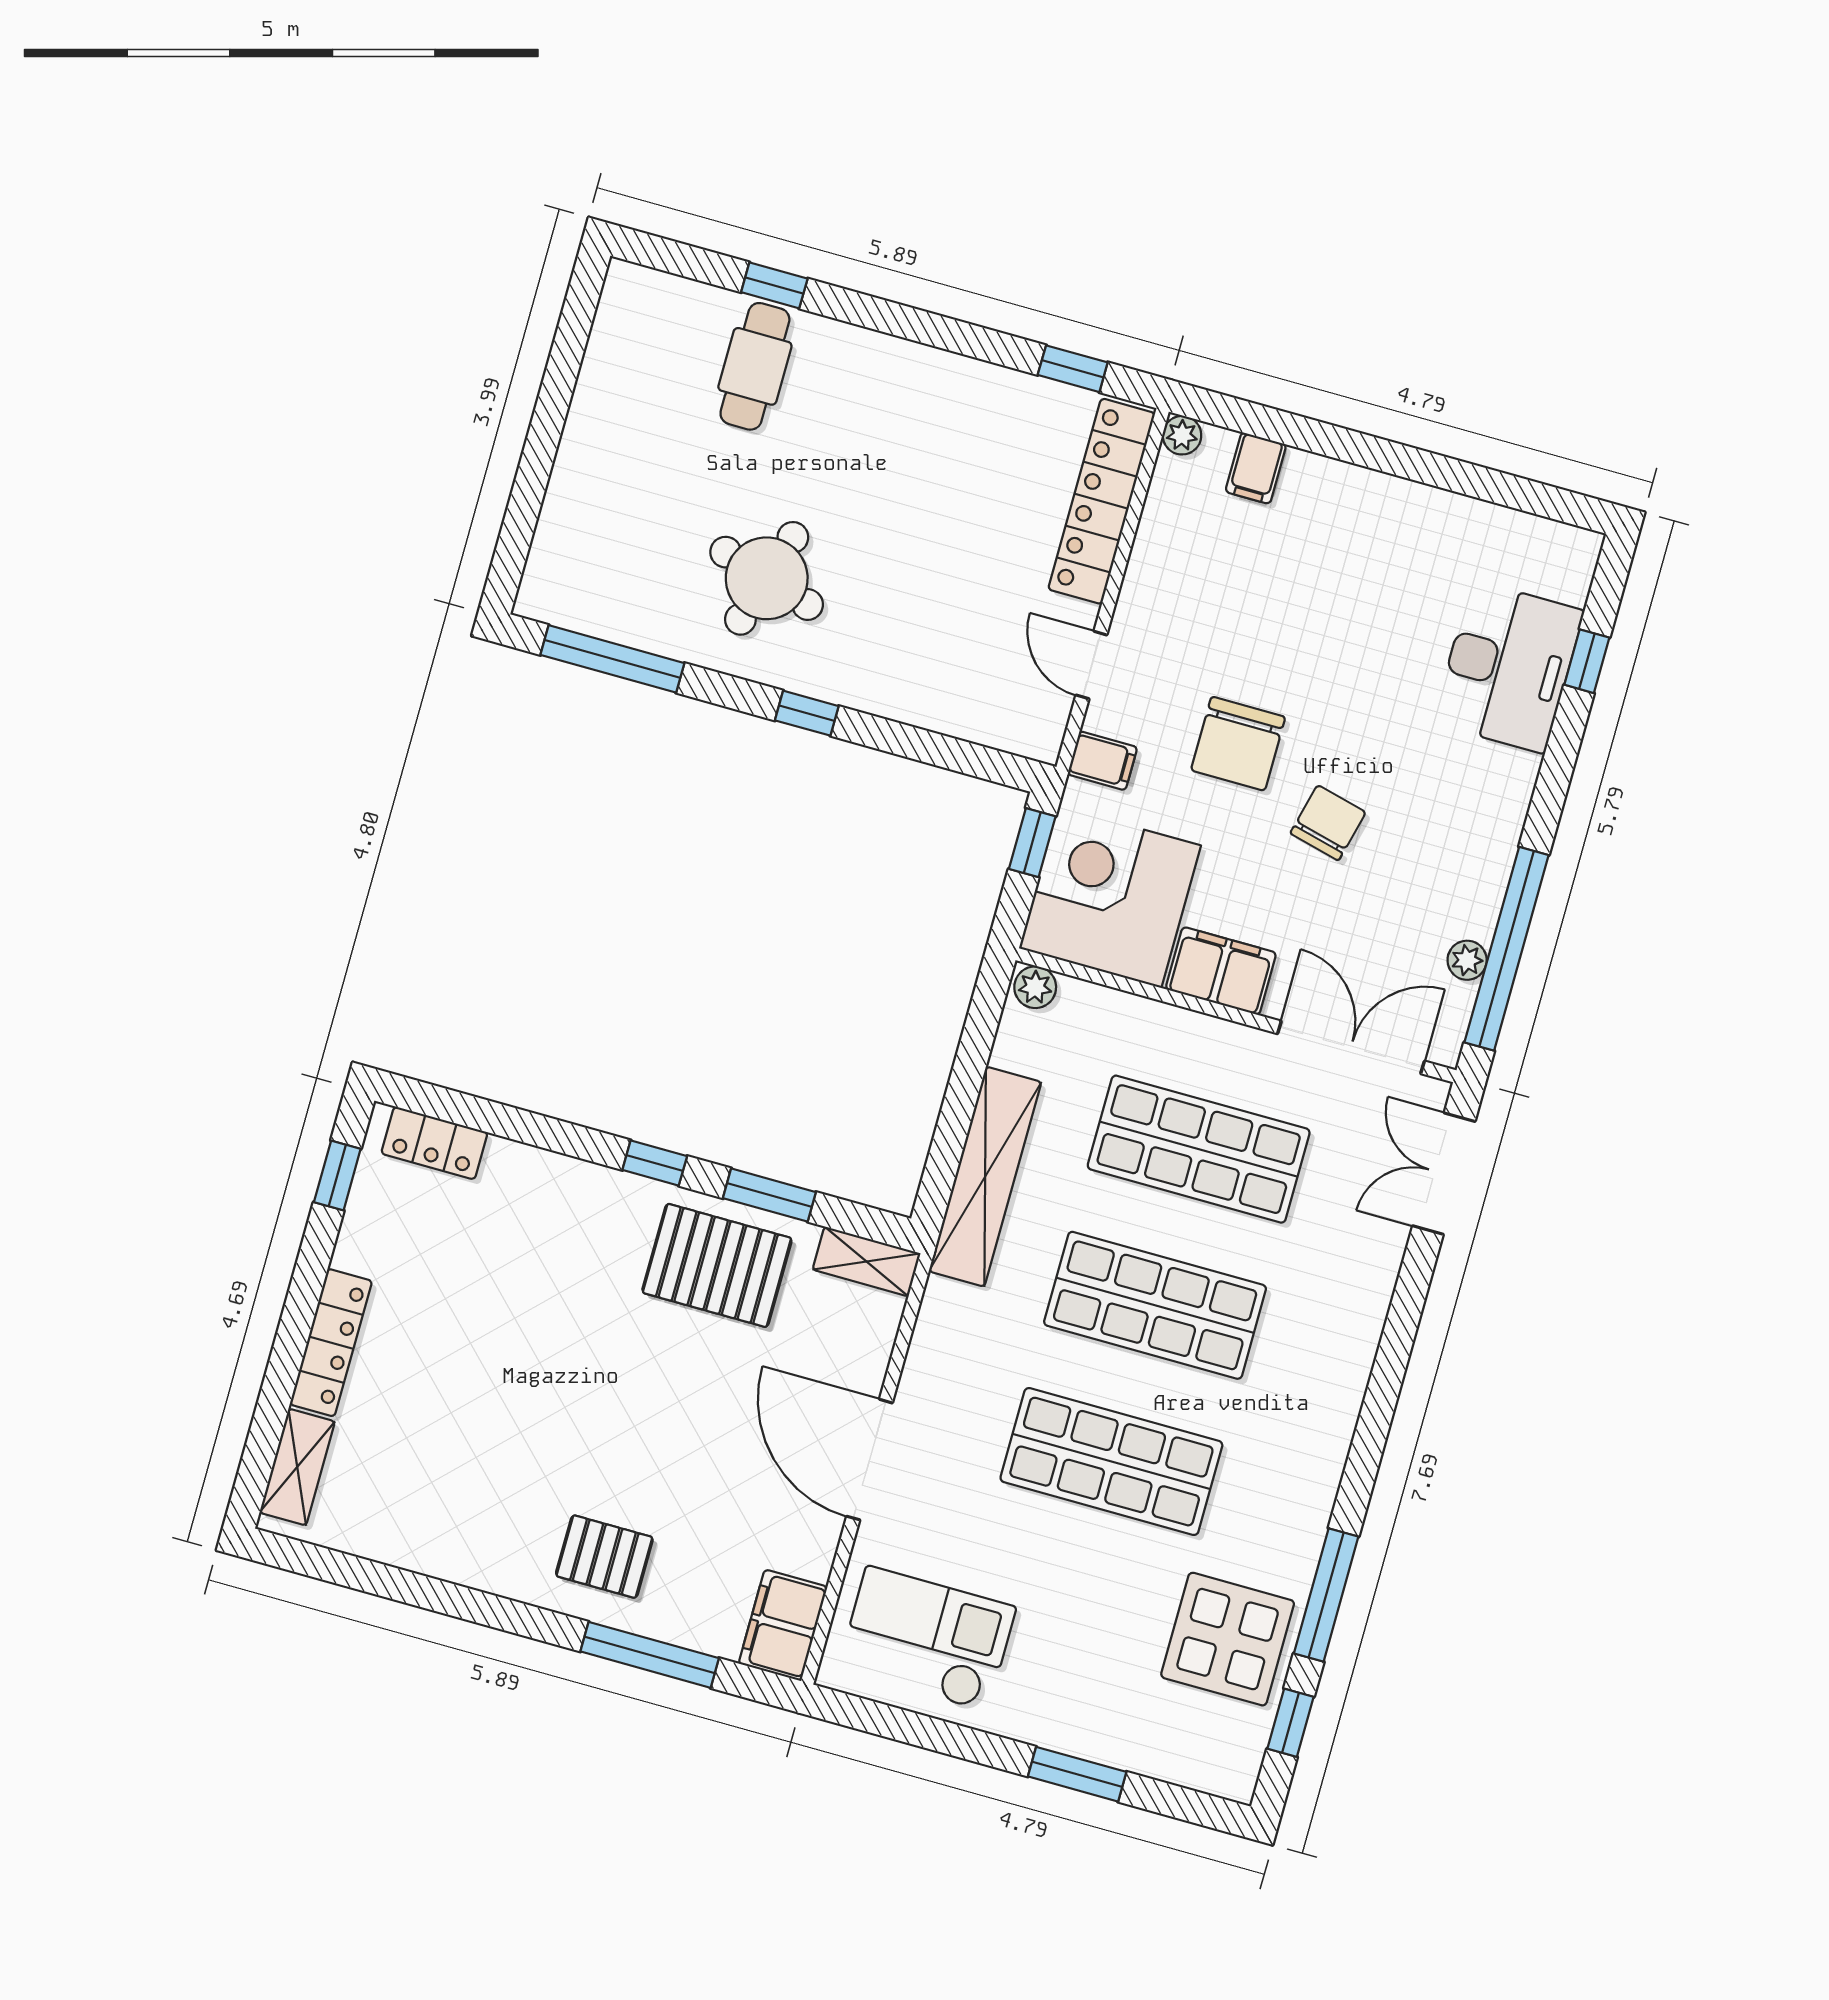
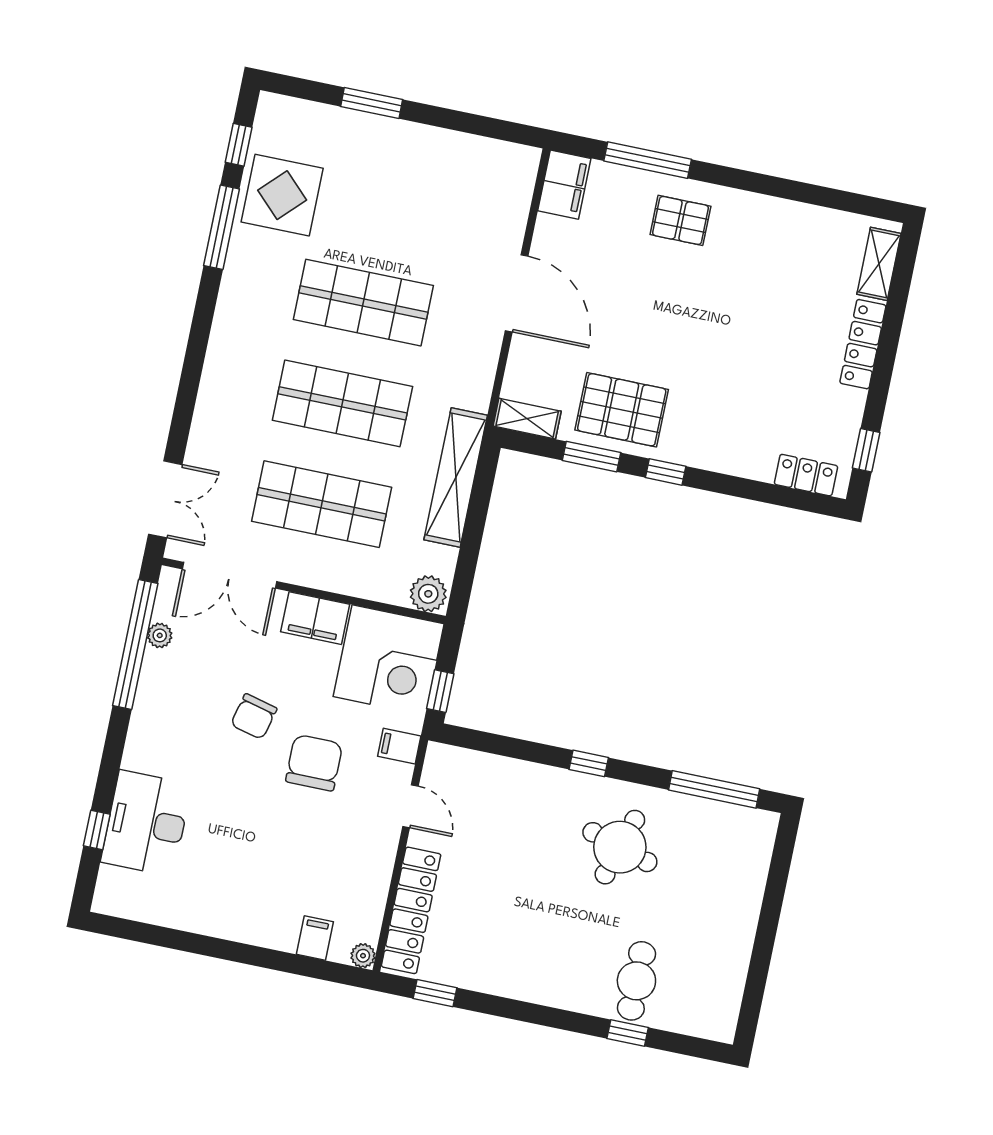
plant: (1035, 987) -> (428, 594), width x1.38, depth x1.38
checkout: (927, 1639) -> (473, 182), removed

